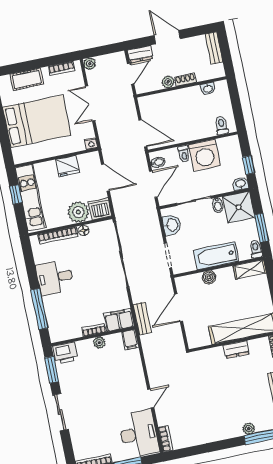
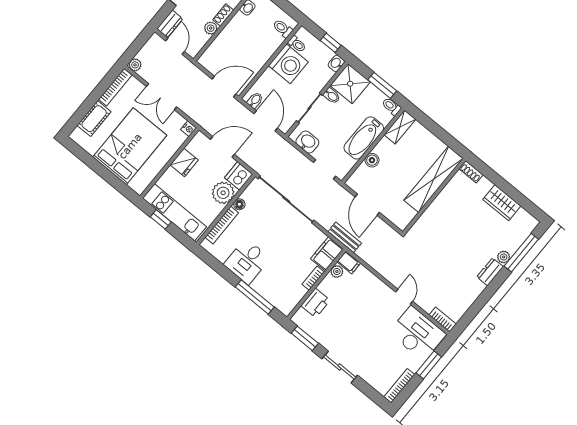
bookcase: (61, 69) -> (115, 87), width x1.56
toilet: (184, 154) -> (297, 44), moved
plant: (99, 343) -> (337, 272), moved
dresser: (236, 349) -> (490, 272), moved, turned 180
printer: (65, 353) -> (316, 303), moved

